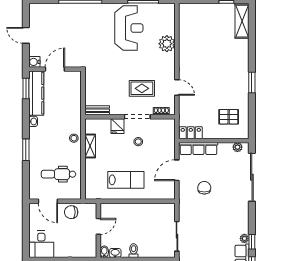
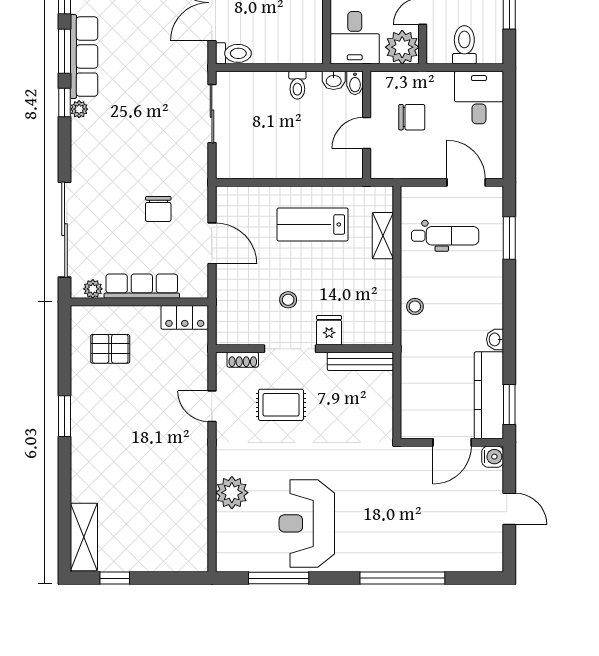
bench: (97, 110) -> (360, 361), width x1.36
shelving: (90, 146) -> (383, 236), moved
row of seats: (198, 149) -> (142, 286), moved
window: (26, 150) -> (509, 238), moved
door: (177, 170) -> (212, 243), hinge flipped
chair: (71, 212) -> (412, 117), moved

